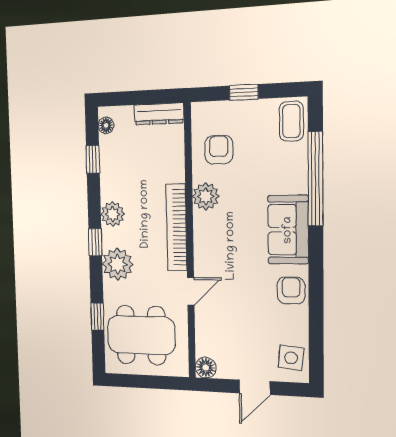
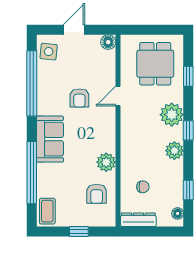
chair: (154, 162) -> (143, 187), added
bookcase: (177, 227) -> (127, 141), removed
armchair: (291, 291) -> (79, 98), moved
window: (316, 312) -> (32, 83), added
dining table: (141, 335) -> (155, 64), width x0.73

